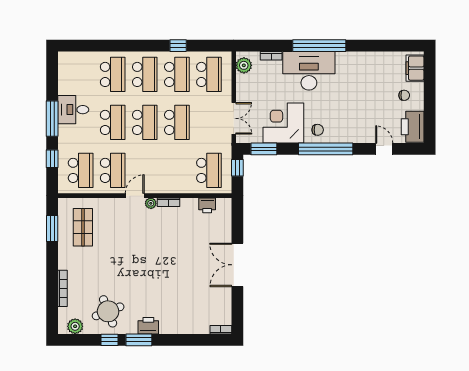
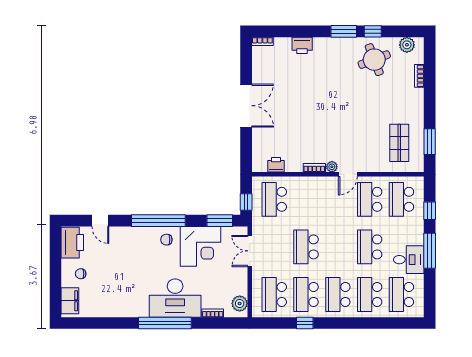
school desk: (145, 122) -> (401, 294), moved
bookcase: (63, 288) -> (419, 76), width x0.64
printer: (148, 326) -> (302, 45), moved

